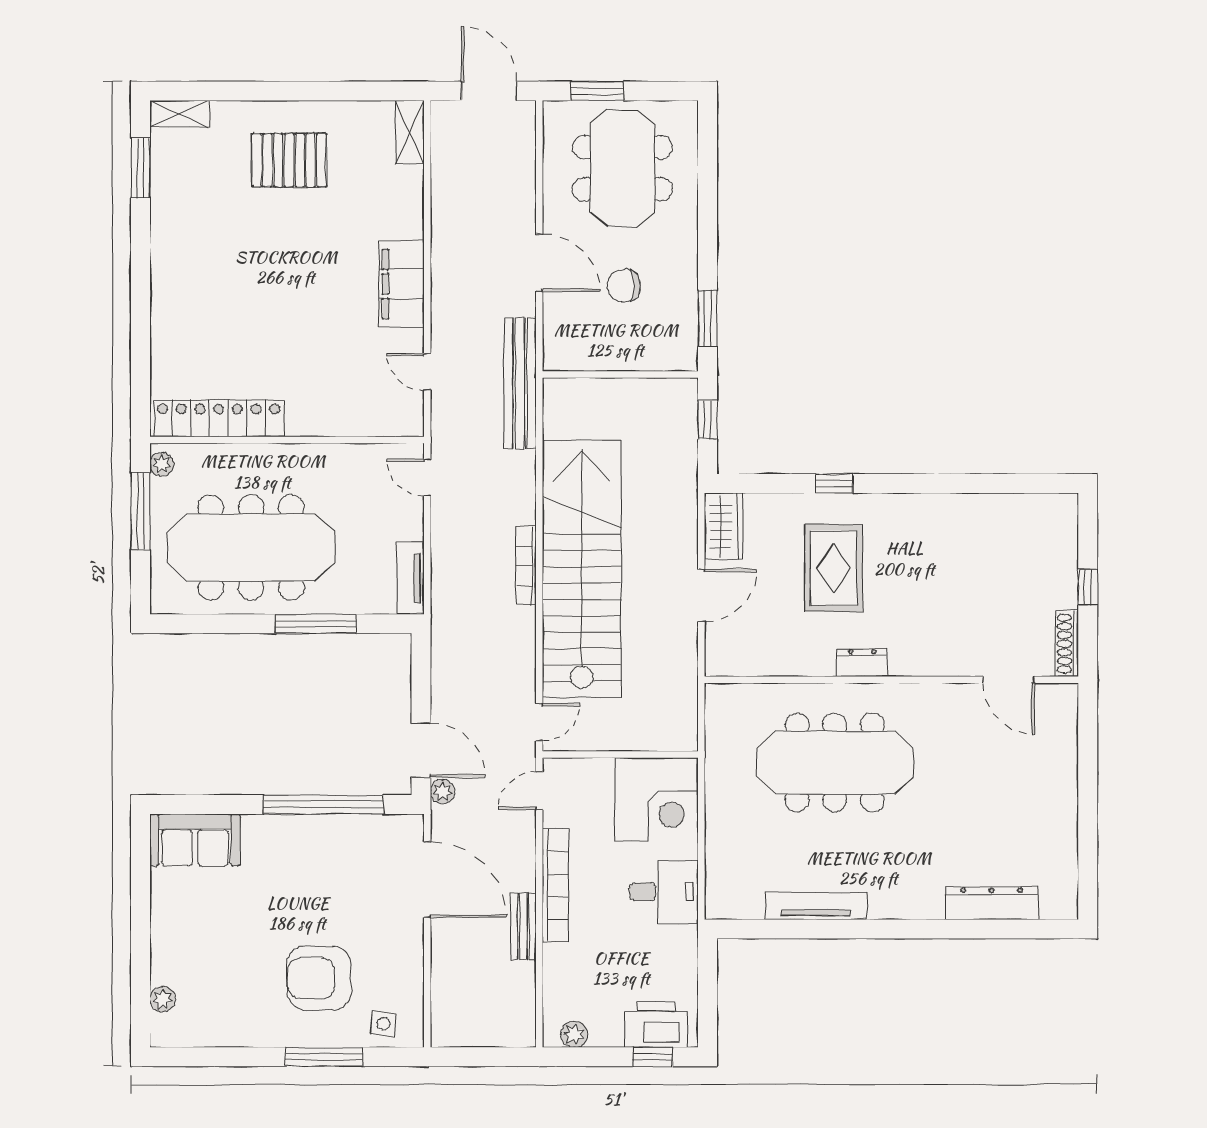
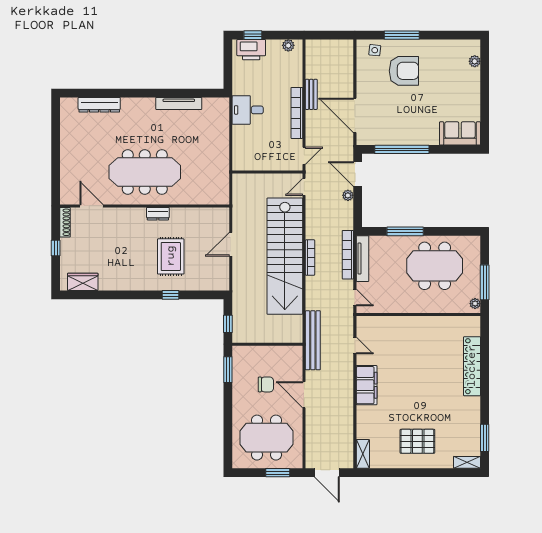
meeting table: (622, 168) -> (266, 438), turned 90
locker: (219, 418) -> (472, 366), moved, turned 90
wardrobe: (724, 526) -> (83, 282), moved, turned 90
meeting table: (251, 548) -> (435, 266), width x0.73
bookcase: (443, 572) -> (348, 255), added
tv unit: (410, 578) -> (363, 259), width x1.41
meeting table: (835, 762) -> (145, 172), moved
plant: (443, 792) -> (348, 195), moved
corner desk: (656, 800) -> (251, 152), removed

